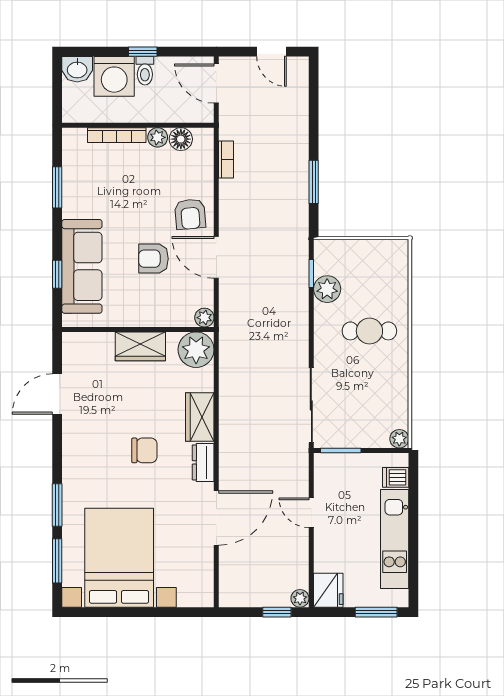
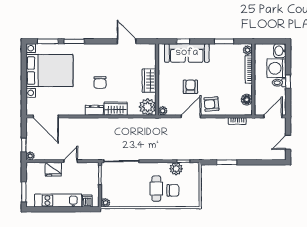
plant: (158, 137) -> (248, 50), moved
chair: (373, 296) -> (173, 190), added
door: (216, 518) -> (46, 116), moved
fridge: (328, 590) -> (53, 169), moved

